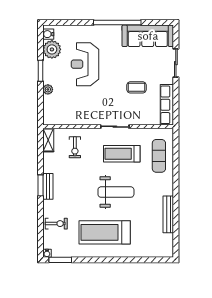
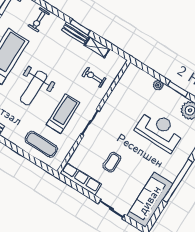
shelving: (48, 140) -> (97, 47), moved

